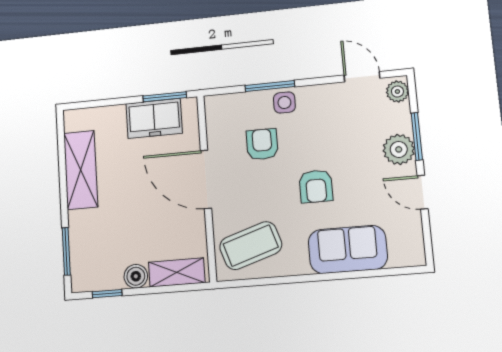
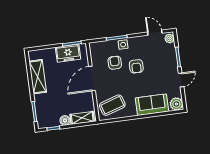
plant: (399, 149) -> (176, 104), moved
door: (206, 179) -> (92, 78), hinge flipped
armchair: (316, 186) -> (136, 66), moved
door: (423, 192) -> (181, 80), swing flipped

